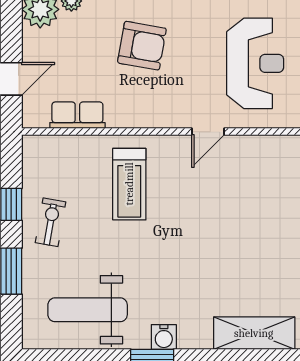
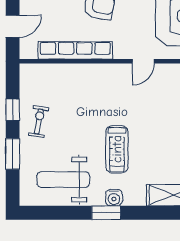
row of seats: (77, 115) -> (75, 50), width x2.02
treadmill: (129, 184) -> (117, 149), moved

